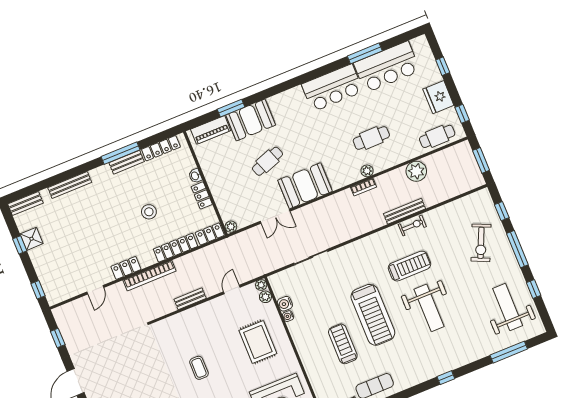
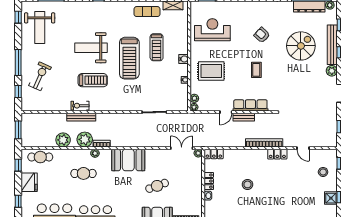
plant: (388, 183) -> (85, 139), added
booth: (305, 186) -> (128, 160), moved
double door: (275, 216) -> (182, 148), moved
locker: (175, 248) -> (240, 154), removed
treadmill: (409, 266) -> (93, 80), turned 180
stool: (56, 269) -> (323, 172), added
door: (232, 289) -> (226, 112), moved
window: (534, 289) -> (18, 17), moved
door: (95, 290) -> (303, 148), swing flipped
water cooler: (285, 304) -> (184, 59), moved
weight bench: (429, 308) -> (91, 48), turned -90
treadmill: (373, 315) -> (129, 58), turned 180
row of seats: (188, 318) -> (250, 105), added
rug: (258, 342) -> (211, 71), turned 90

